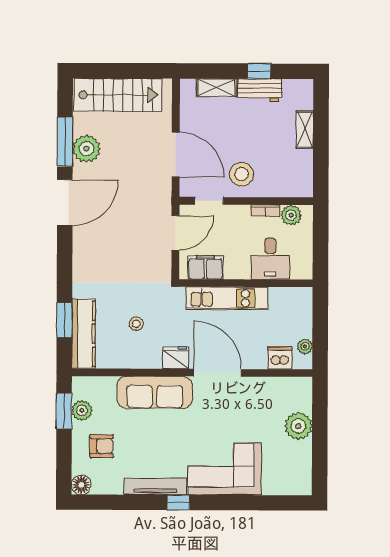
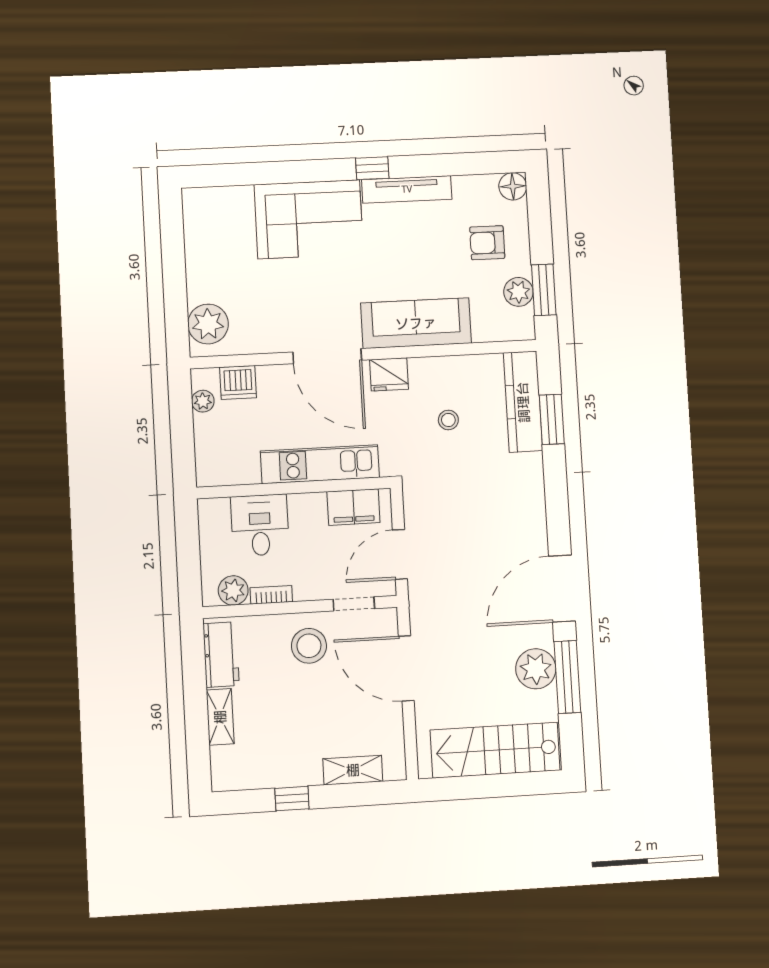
workbench: (260, 90) -> (221, 655), moved, turned 90
plant: (298, 426) -> (208, 324), moved

